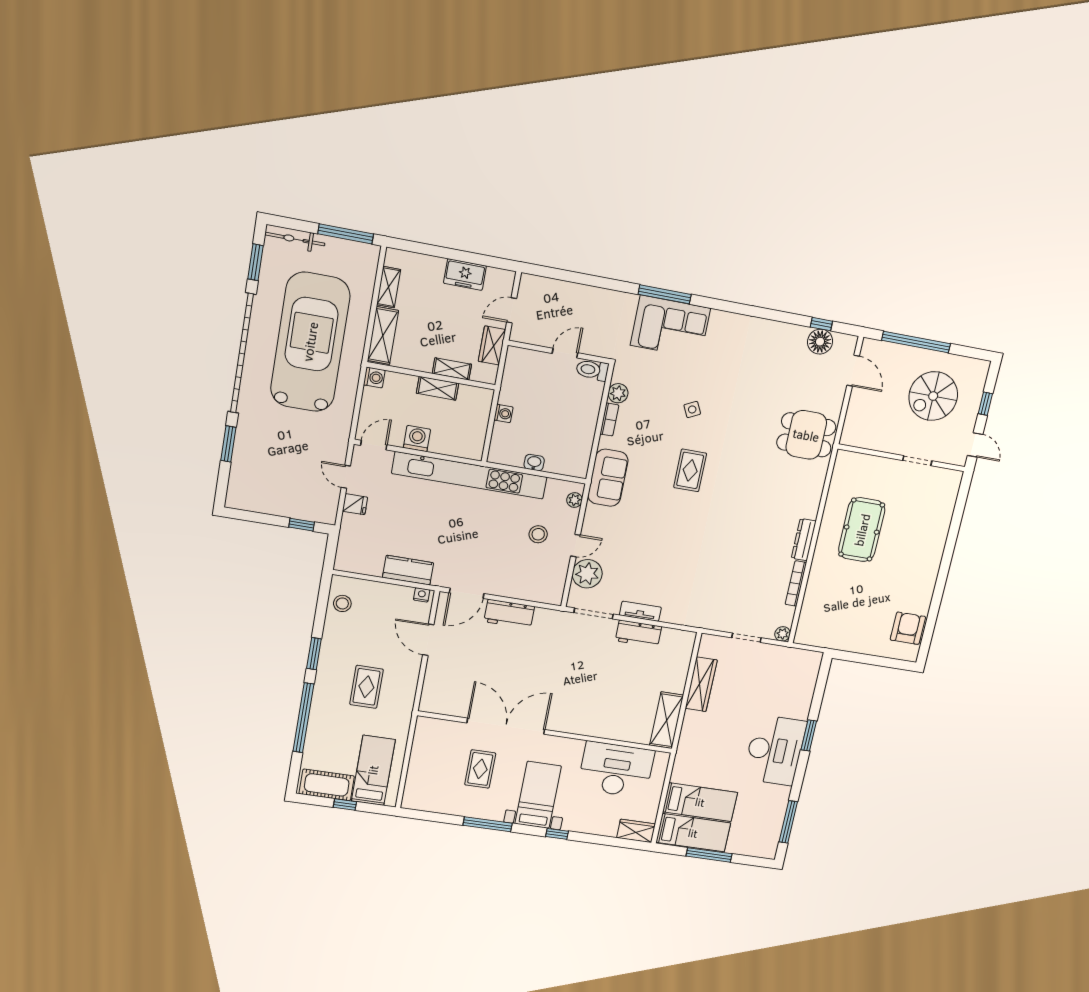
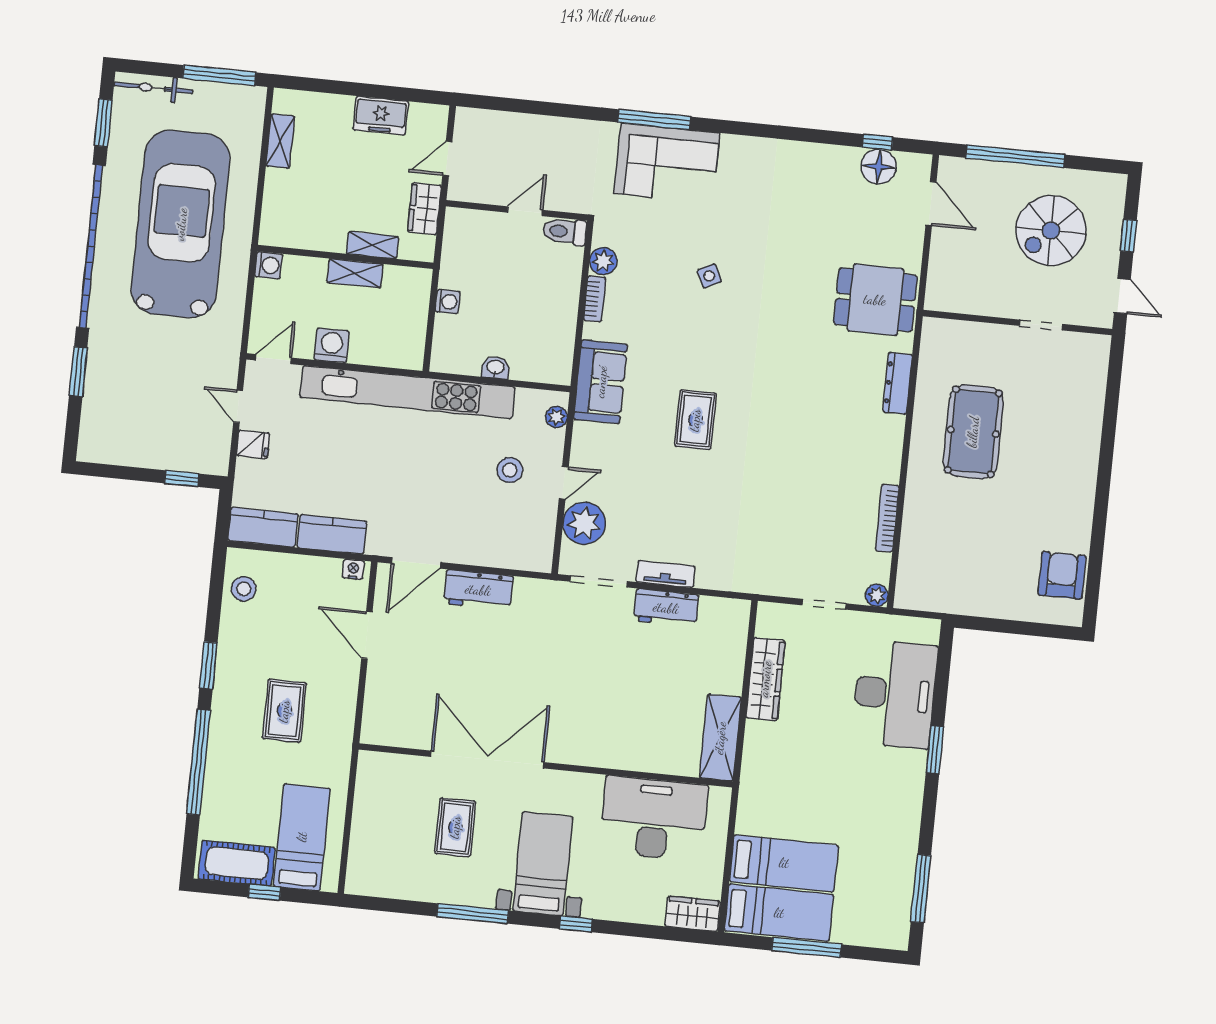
shelving: (383, 336) -> (277, 207), removed
rug: (690, 470) -> (695, 420), moved
dresser: (804, 540) -> (898, 383), moved
kitchen counter: (359, 562) -> (263, 527), added
desk: (775, 750) -> (895, 694), moved

